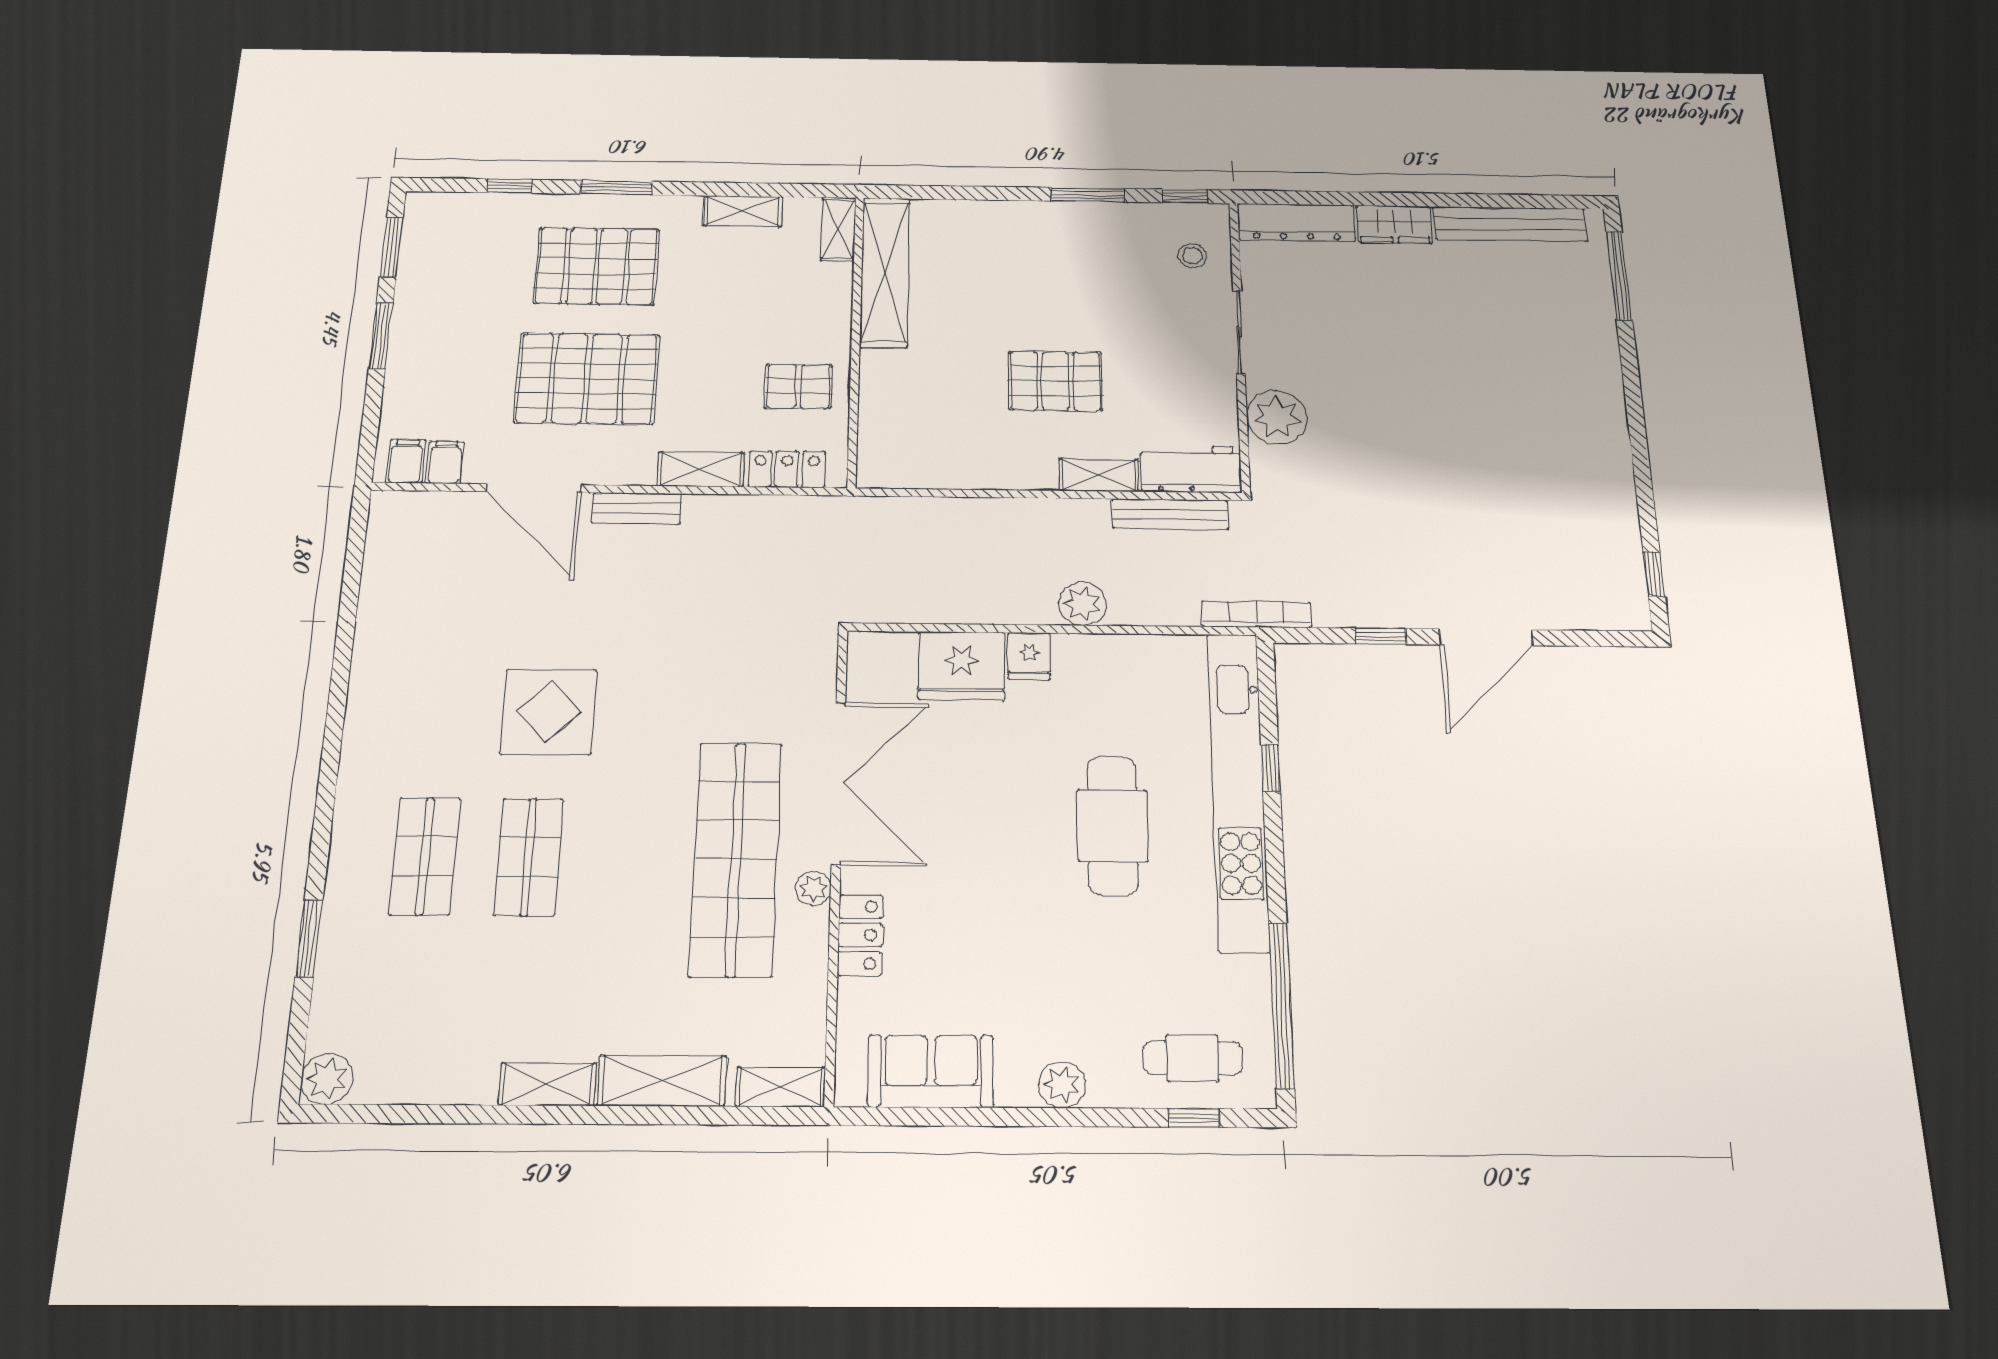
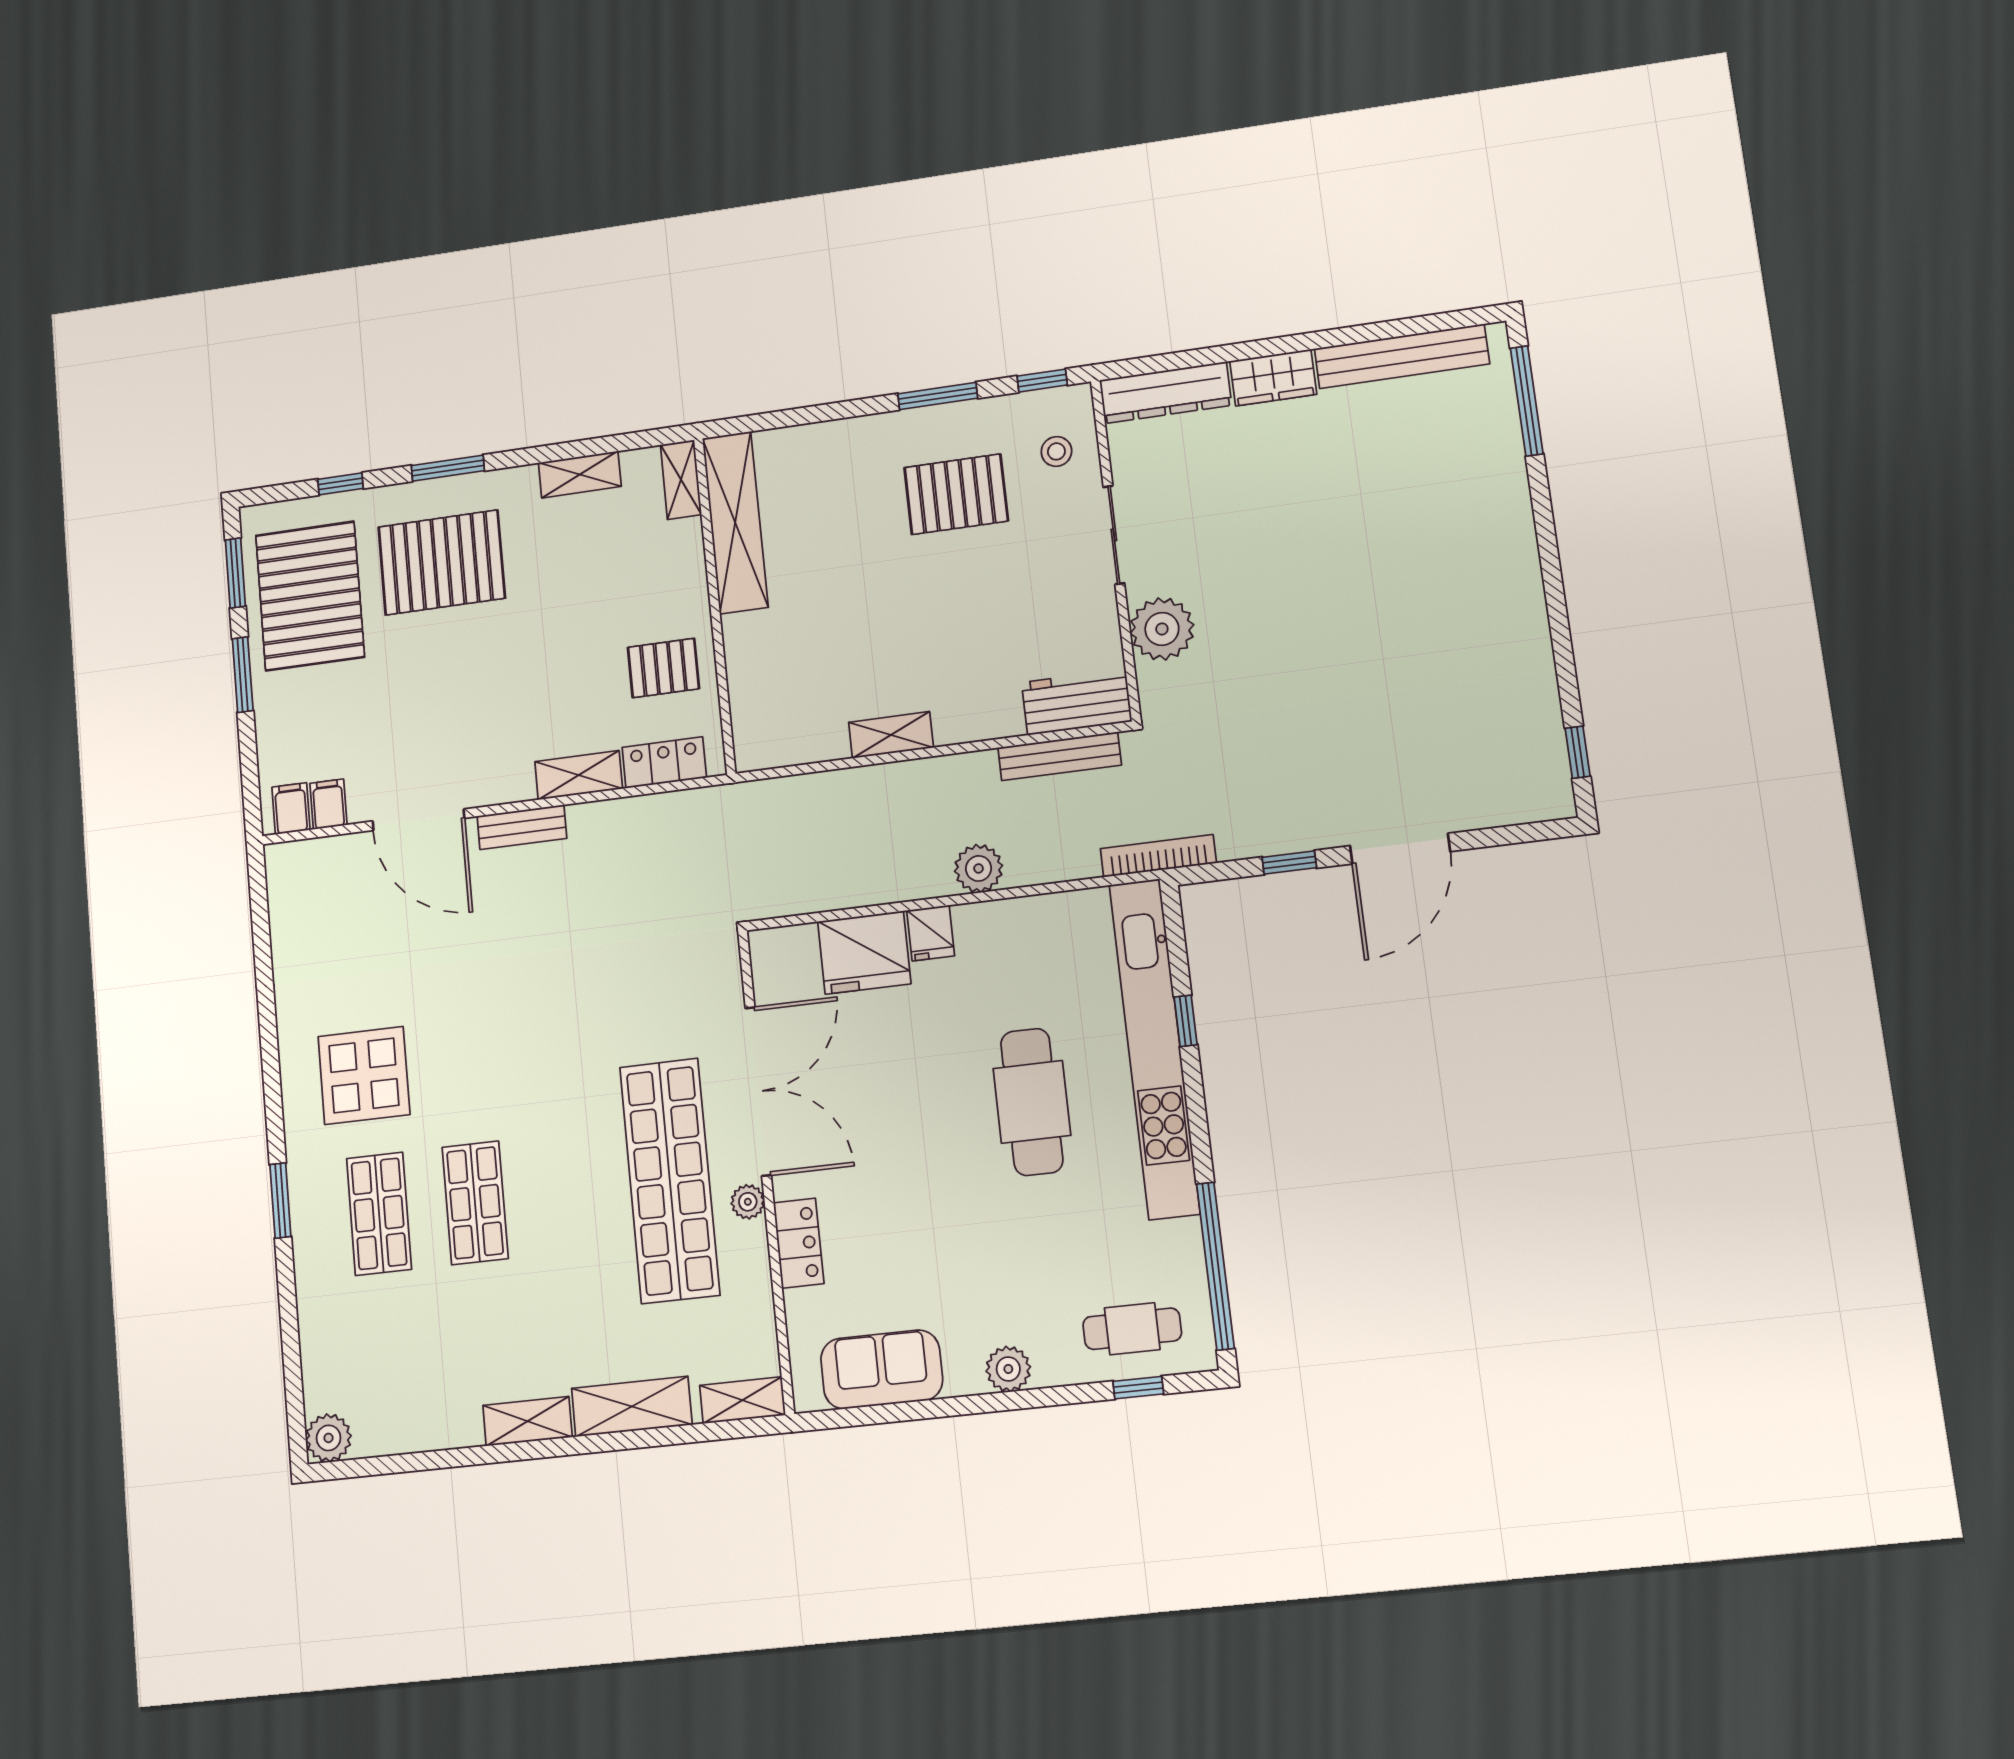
pallet: (587, 379) -> (310, 596), moved, turned 90
pallet: (1055, 381) -> (956, 494), moved
shelving: (1099, 475) -> (891, 735), moved
display table: (548, 712) -> (364, 1076), moved
window: (309, 938) -> (280, 1200), moved

